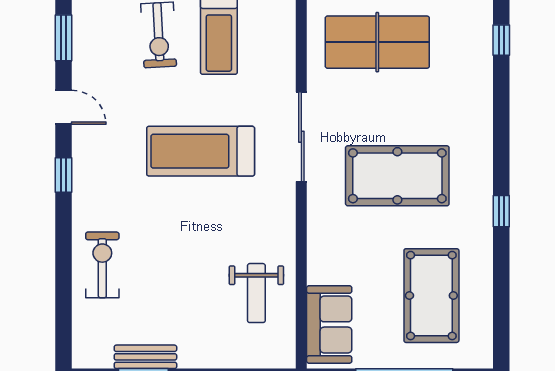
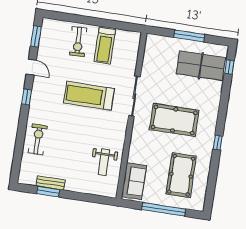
table tennis table: (377, 42) -> (201, 66), moved

